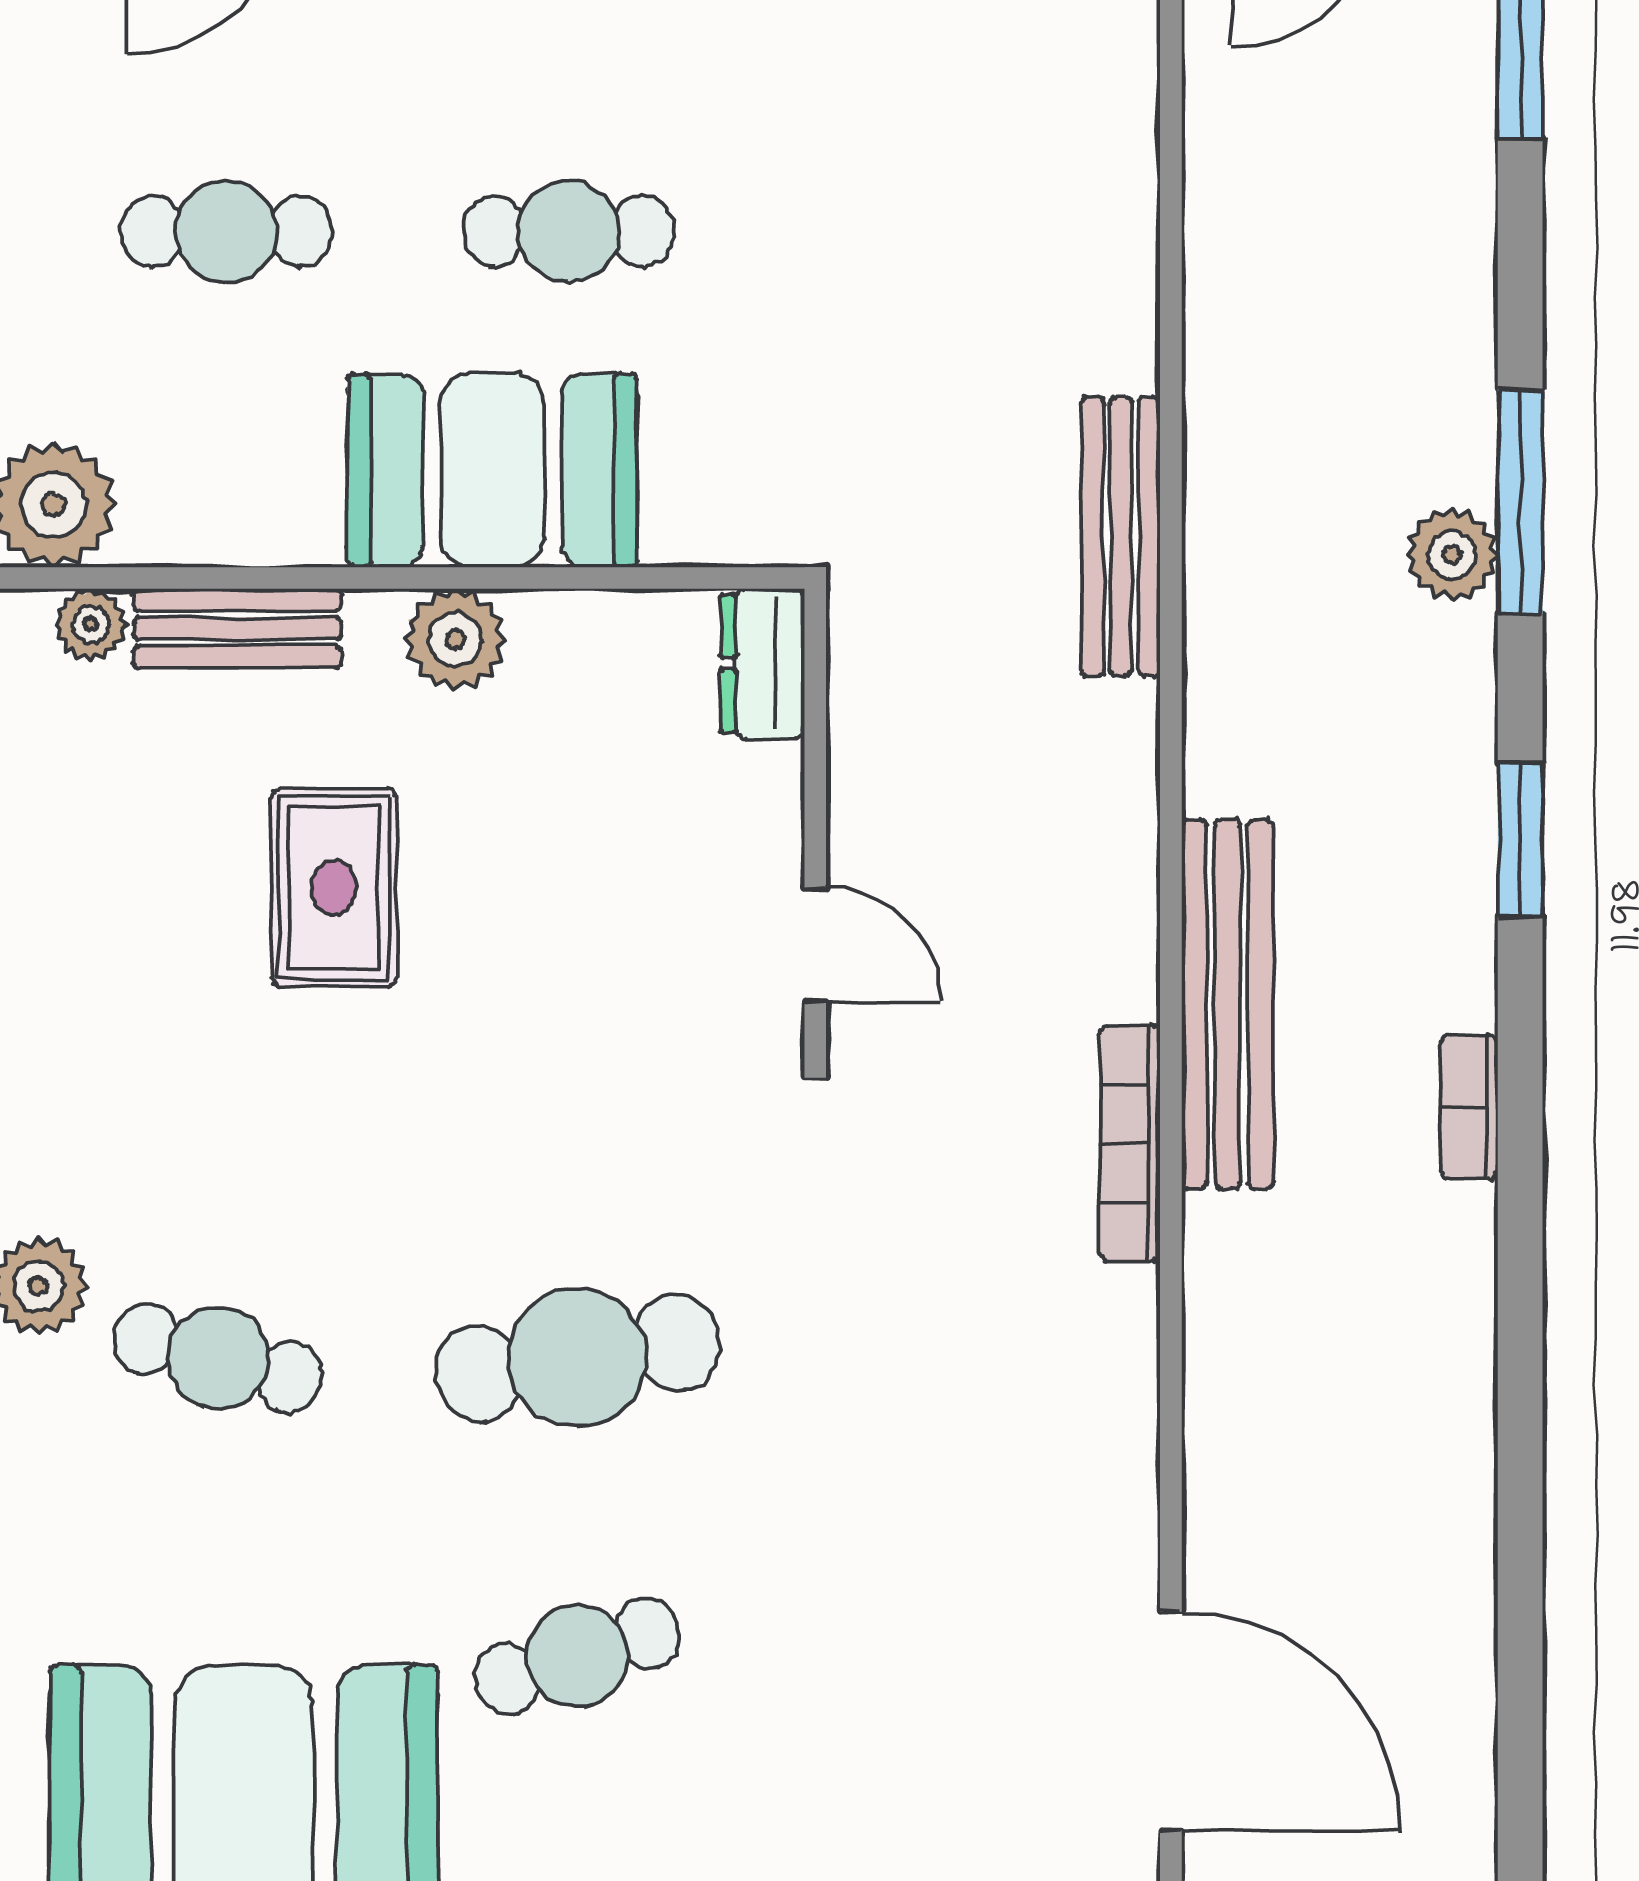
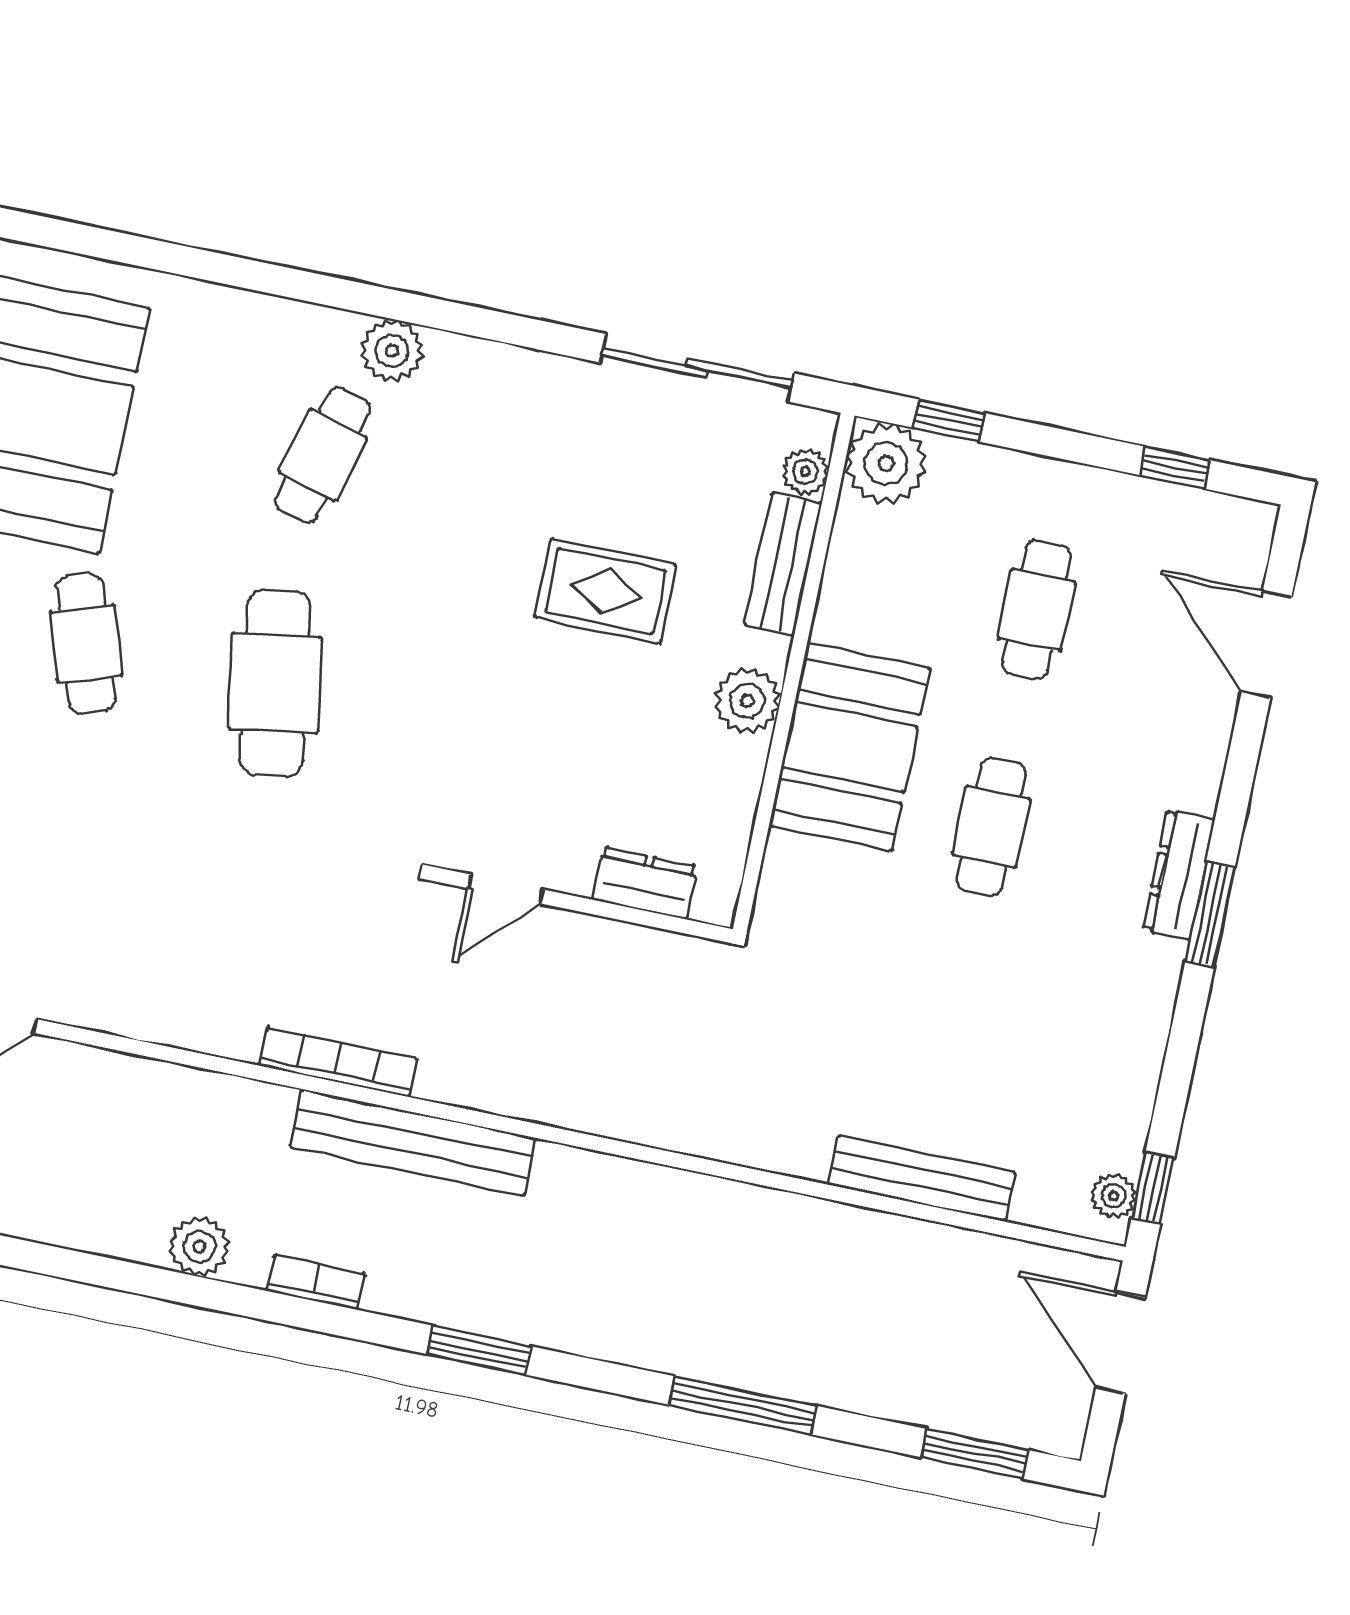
window: (1520, 502) -> (743, 1405), moved
bench: (1121, 537) -> (922, 1178), moved
plant: (1452, 555) -> (199, 1247), moved
dresser: (763, 663) -> (645, 883), moved

